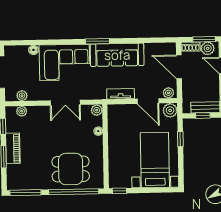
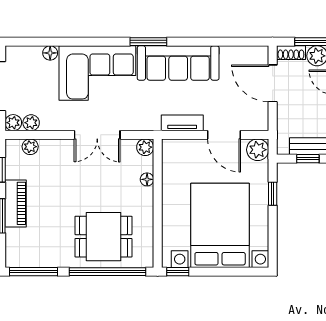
plant: (168, 93) -> (13, 123), moved
bed with nightstands: (155, 160) -> (220, 225), width x1.36

